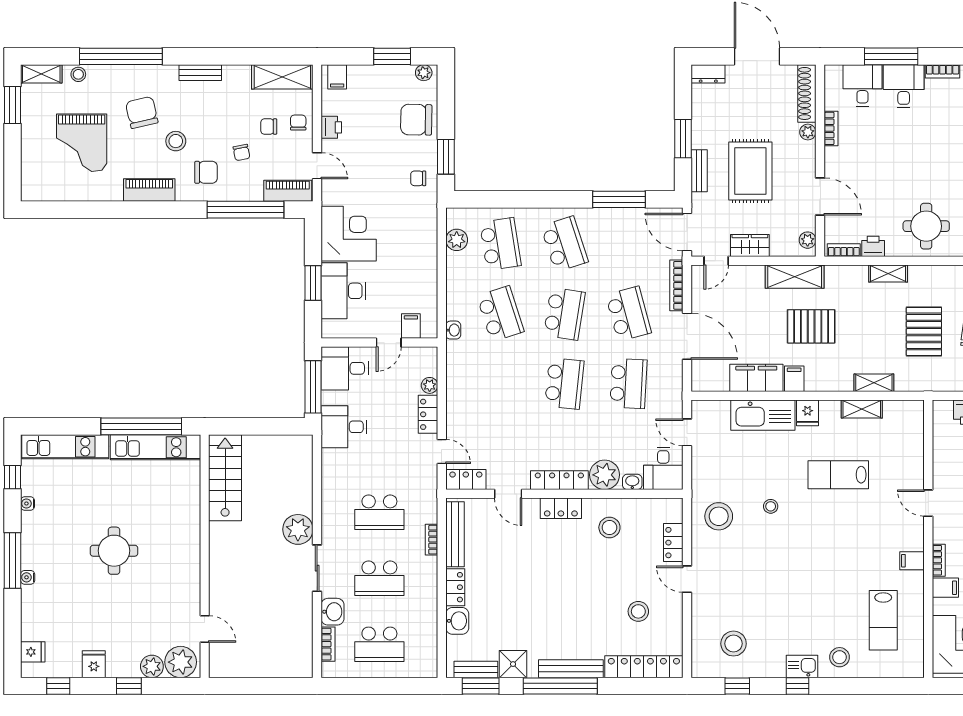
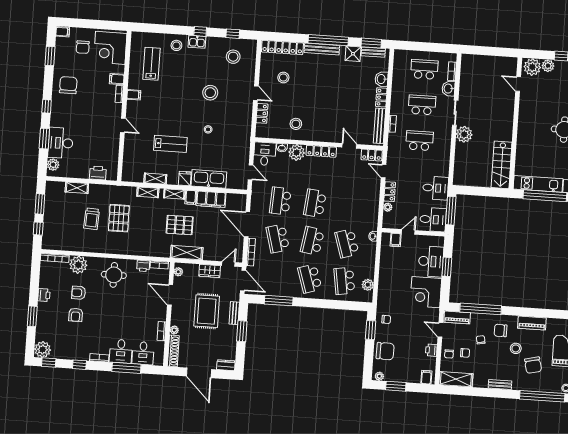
shelving: (888, 274) -> (174, 194), moved
locker: (561, 508) -> (321, 136), removed
stool: (719, 516) -> (210, 93), moved

